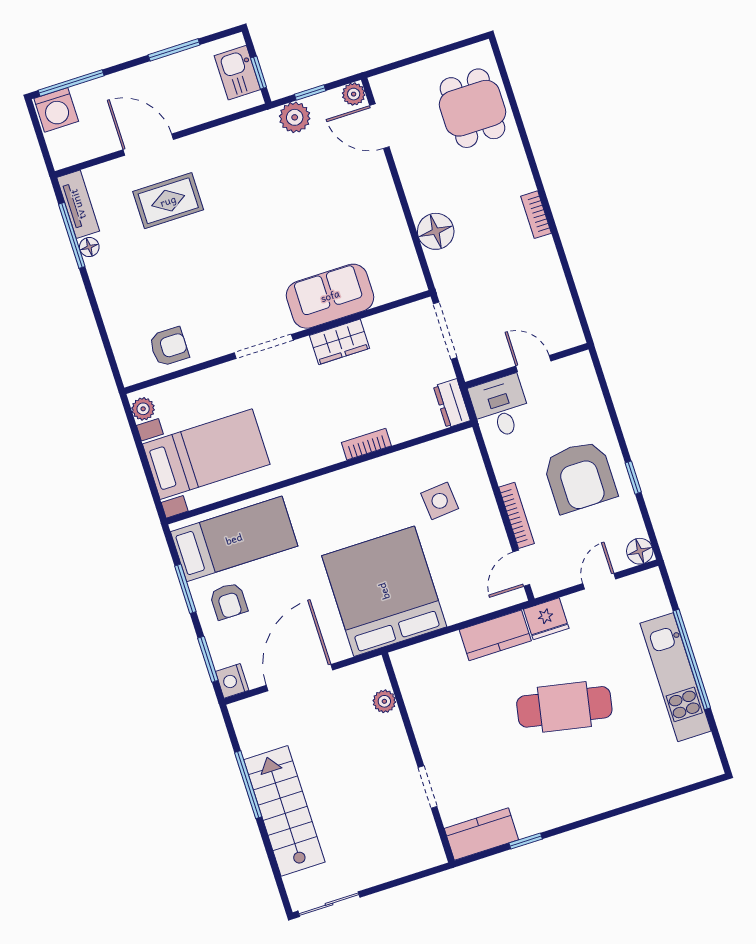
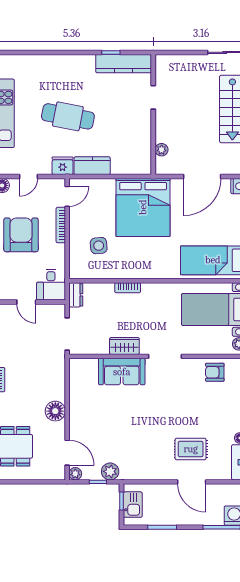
floor lamp: (436, 231) -> (55, 411), moved
armchair: (229, 601) -> (226, 229), removed
kitchen counter: (481, 834) -> (124, 64), width x1.50

